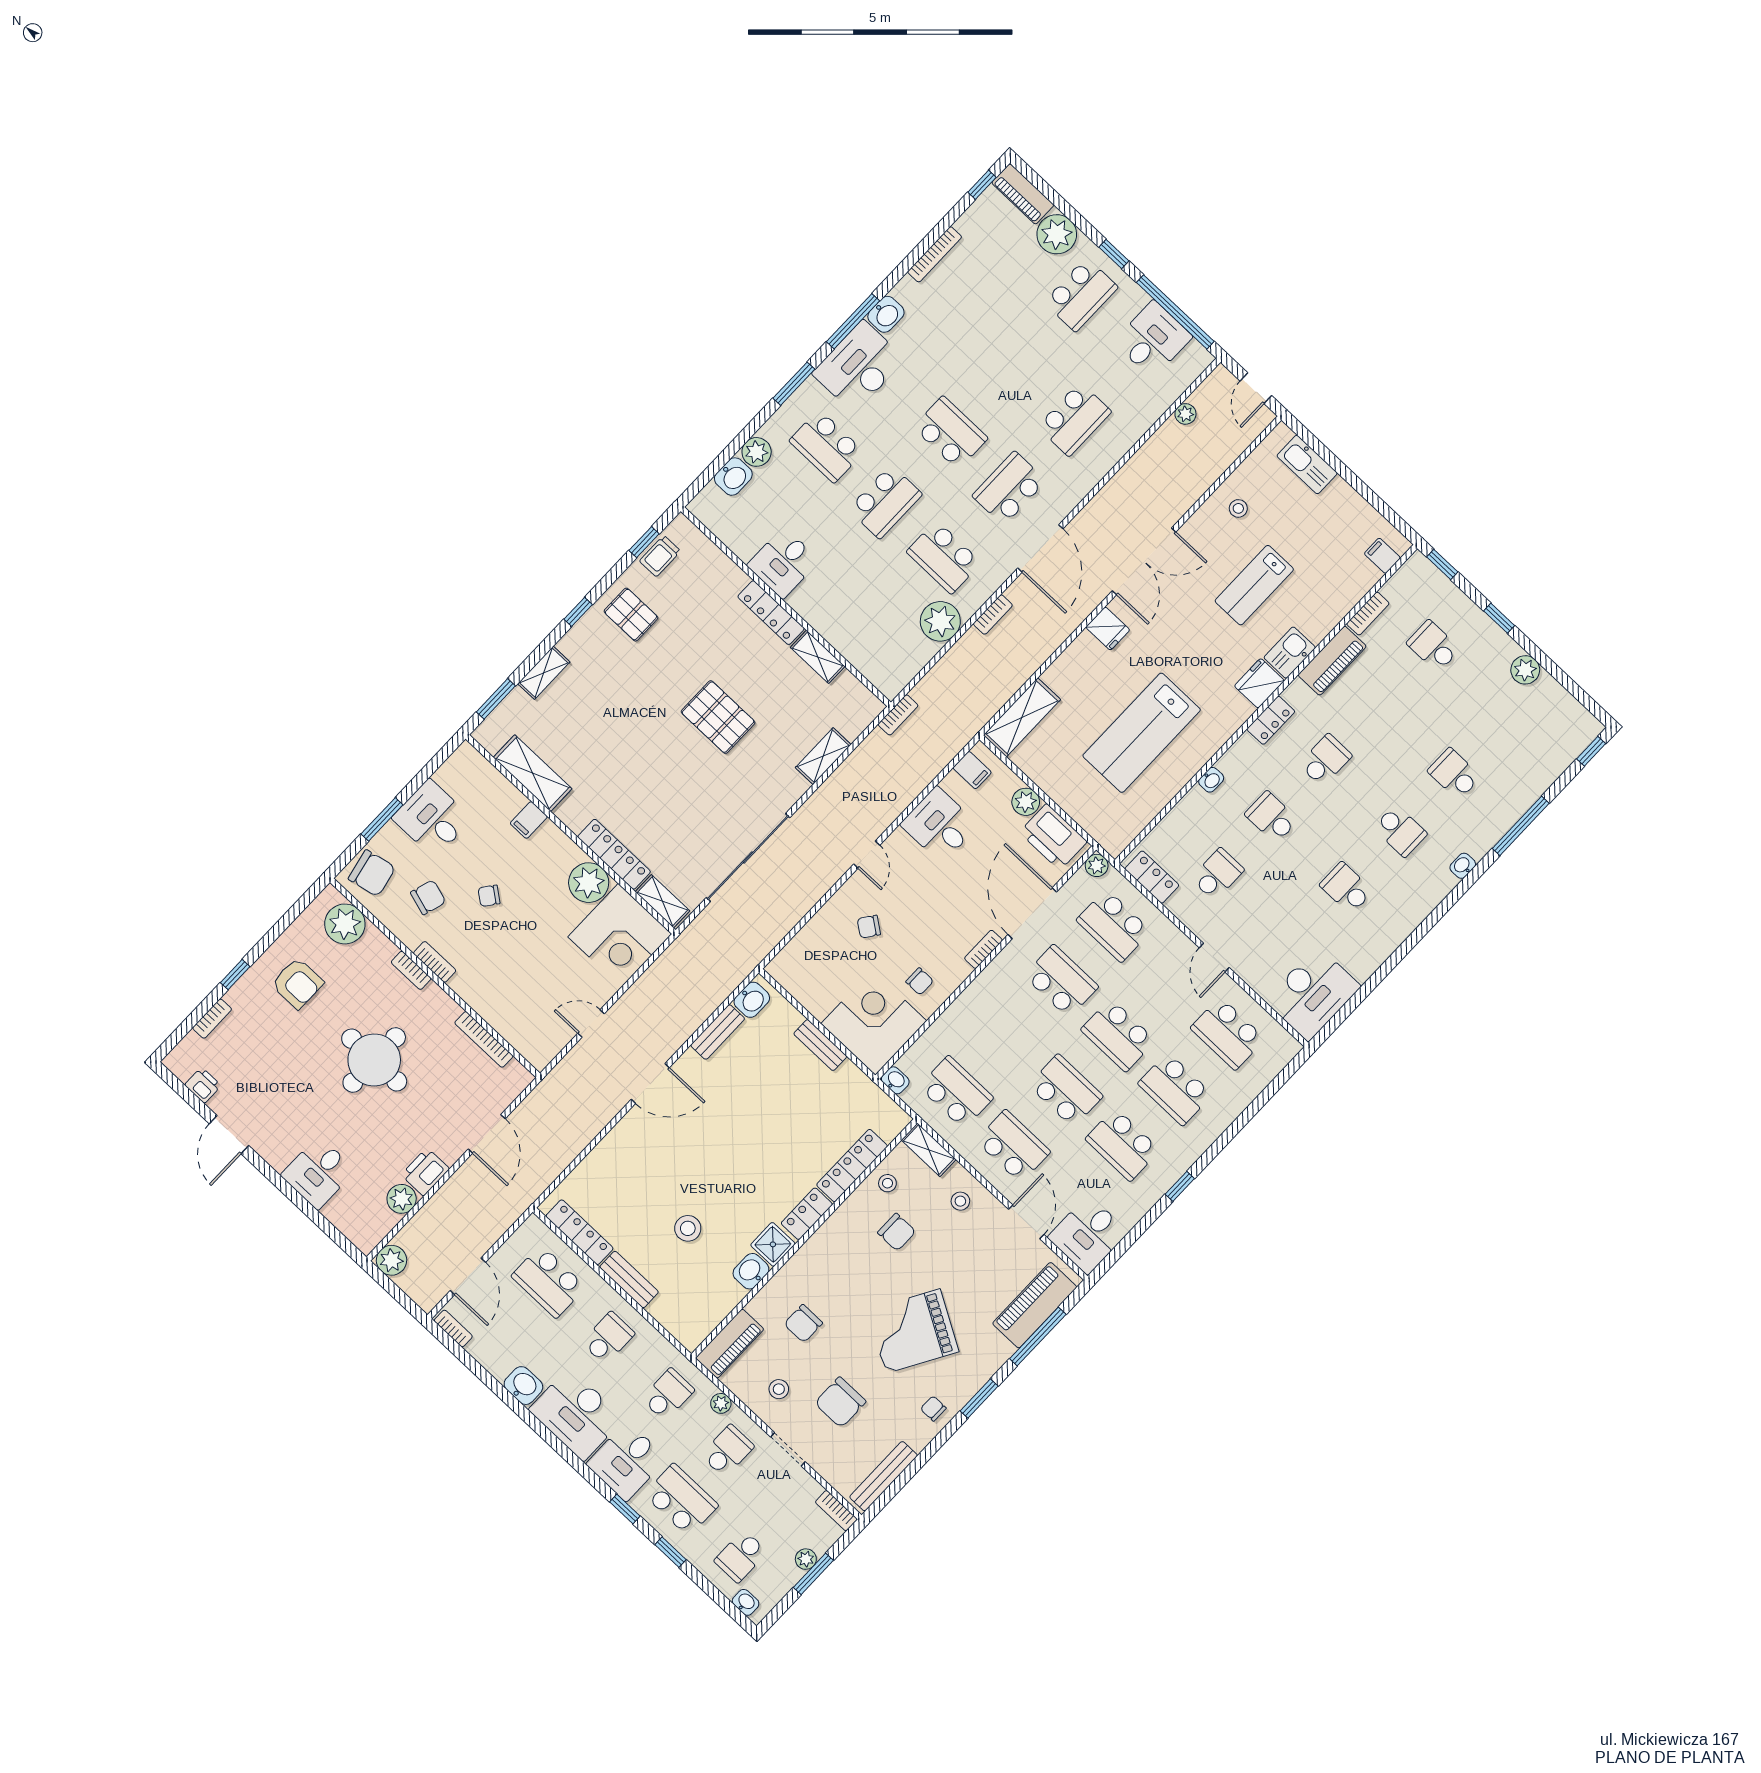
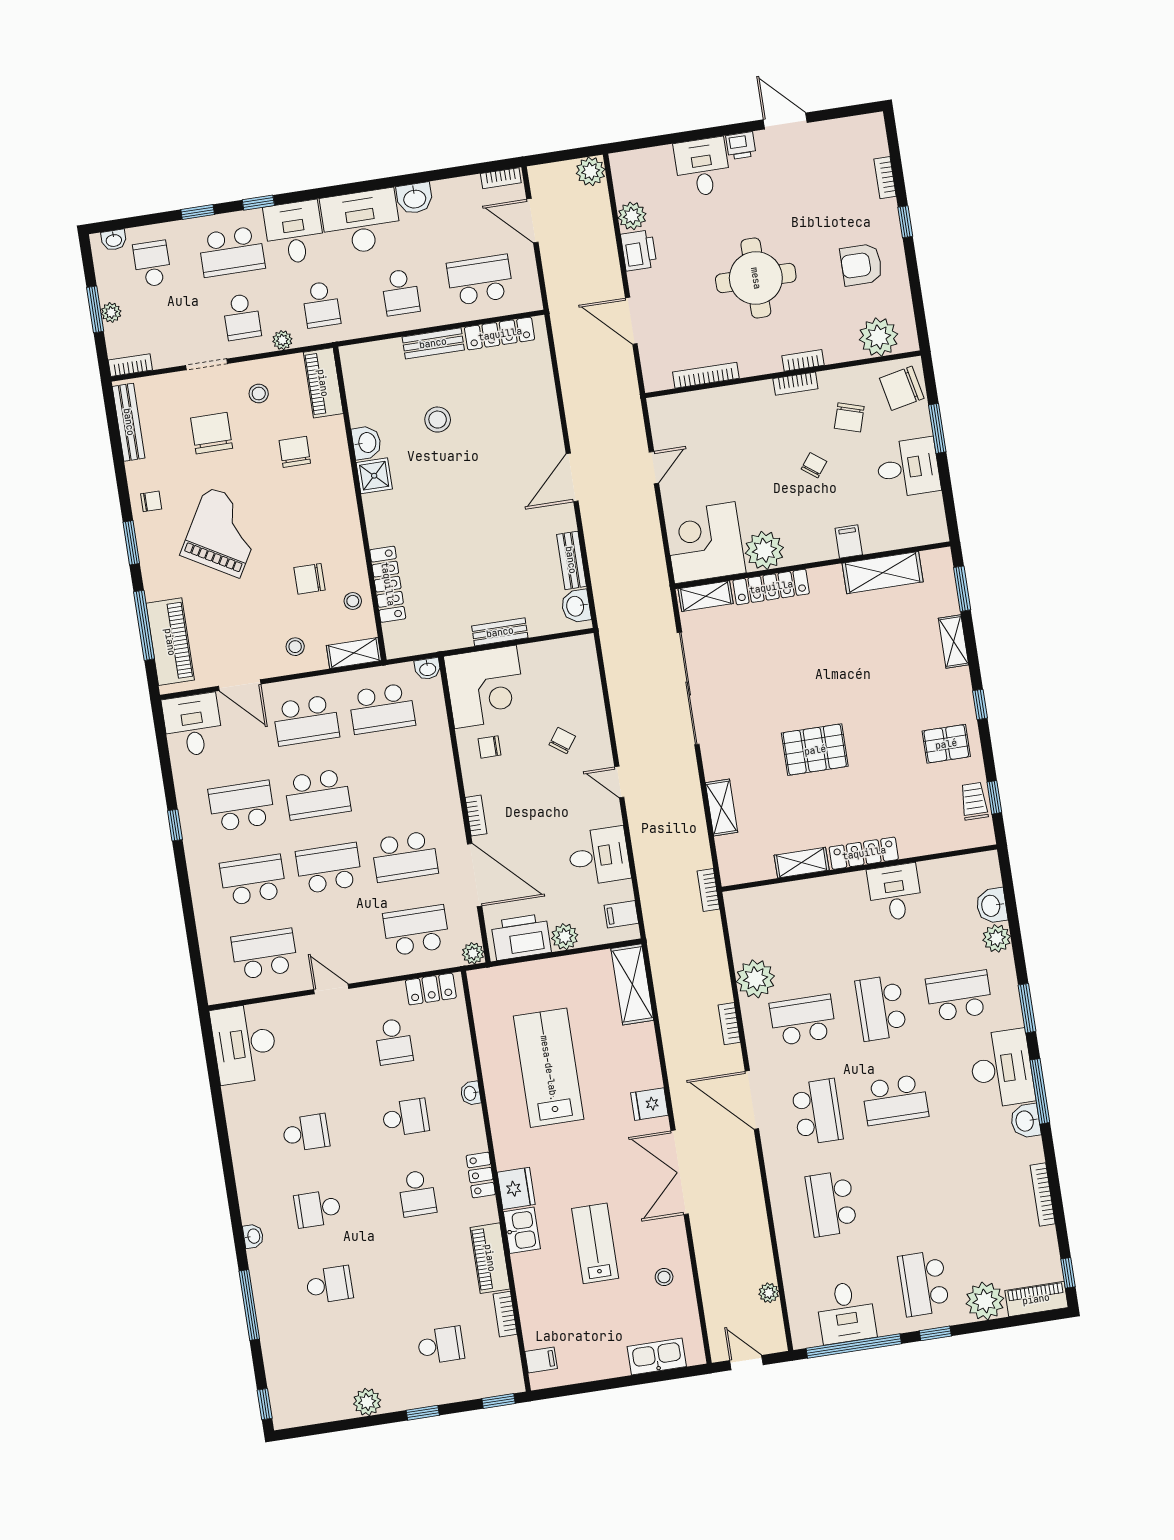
printer: (203, 1085) -> (741, 146), moved
locker: (807, 1214) -> (378, 520), removed

